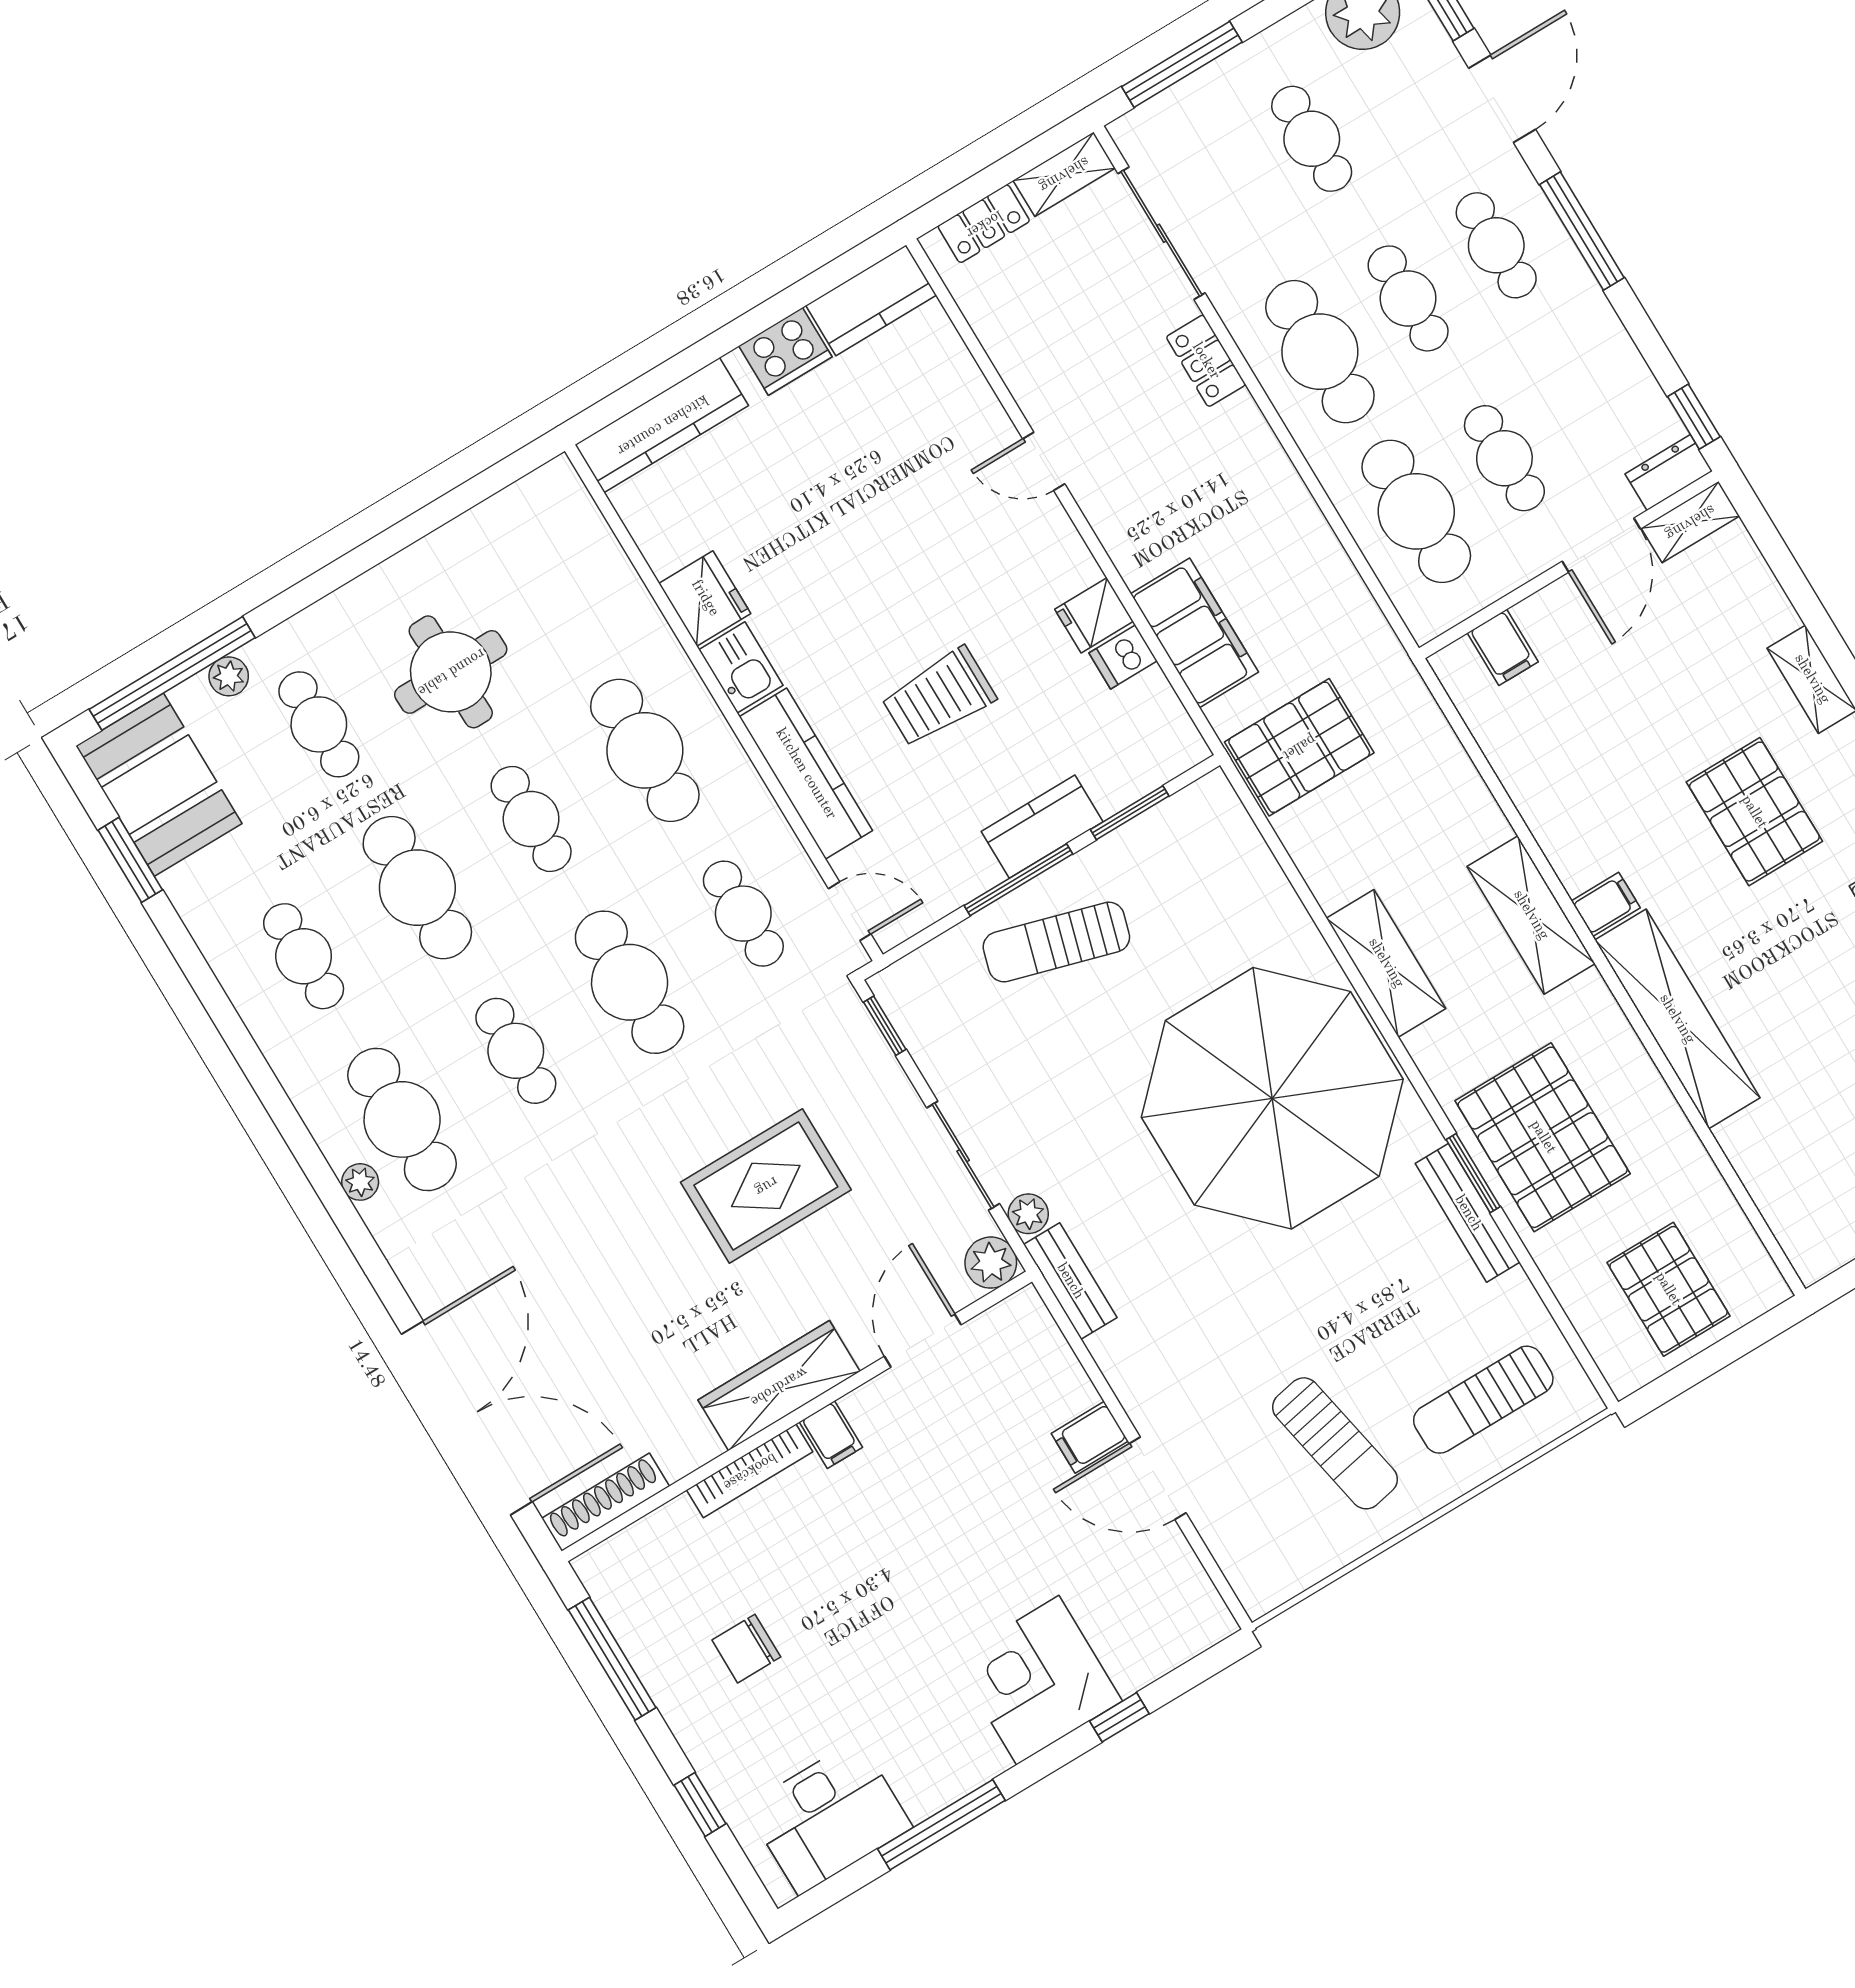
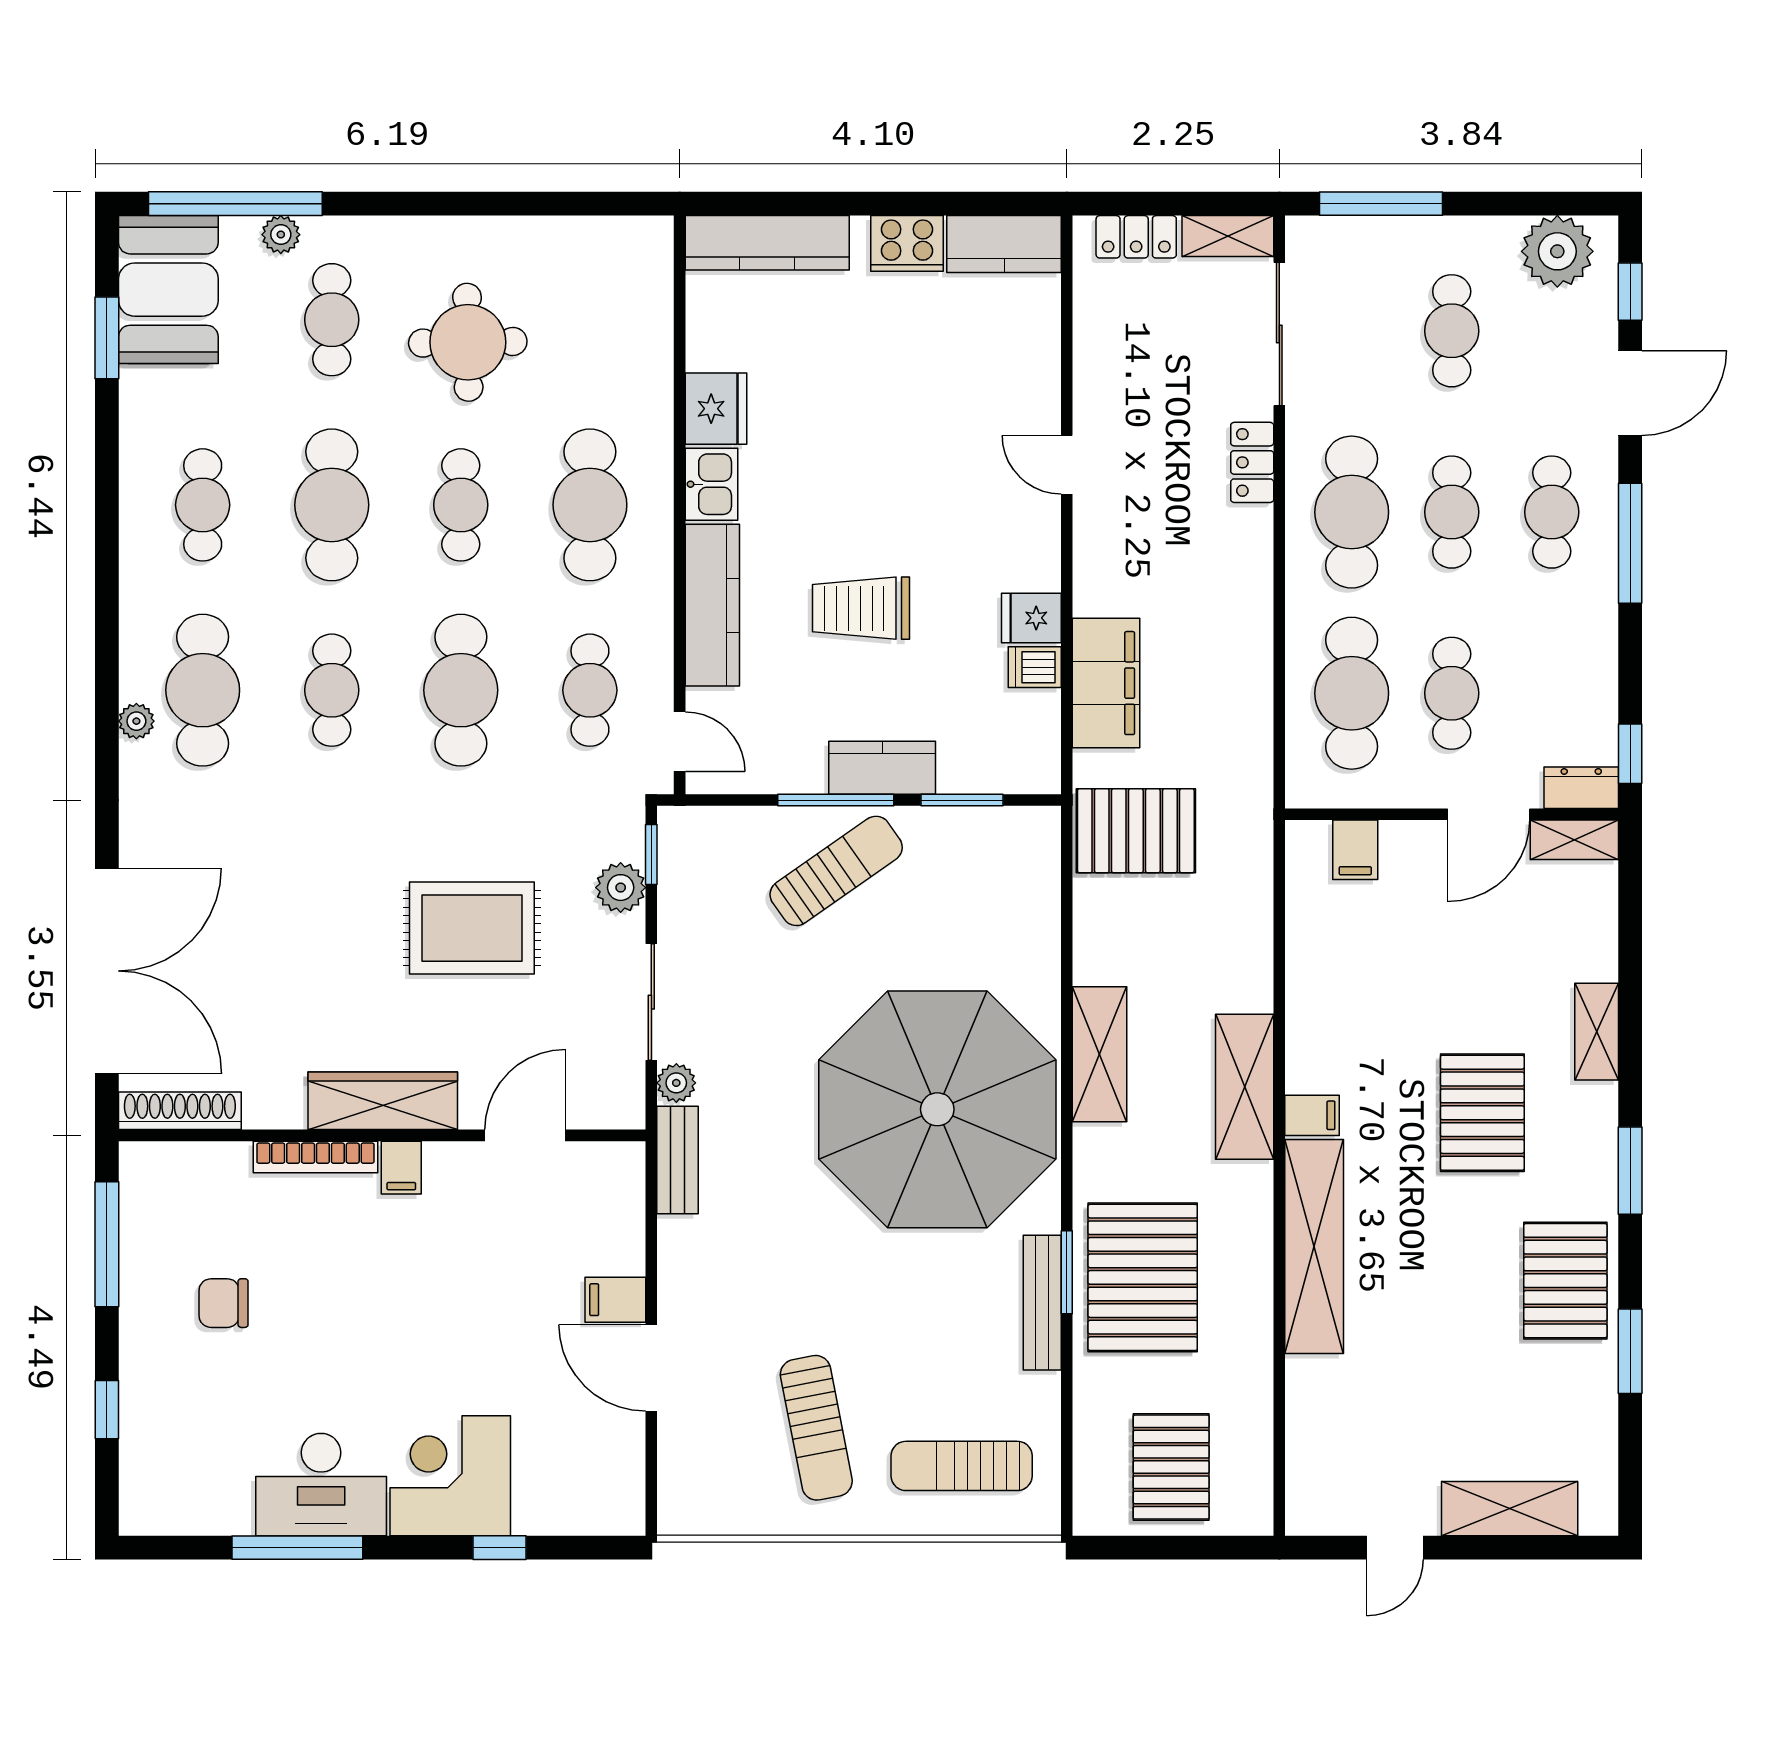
sun lounger: (1056, 942) -> (836, 871), turned 129
plant: (991, 1263) -> (621, 888), moved
desk: (829, 1817) -> (321, 1485), moved

